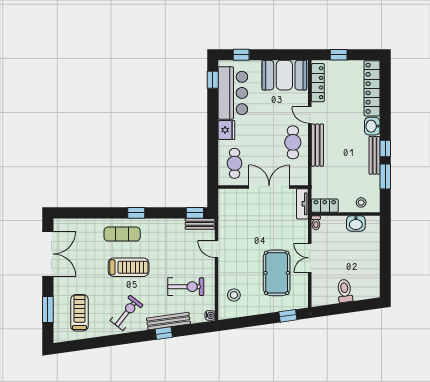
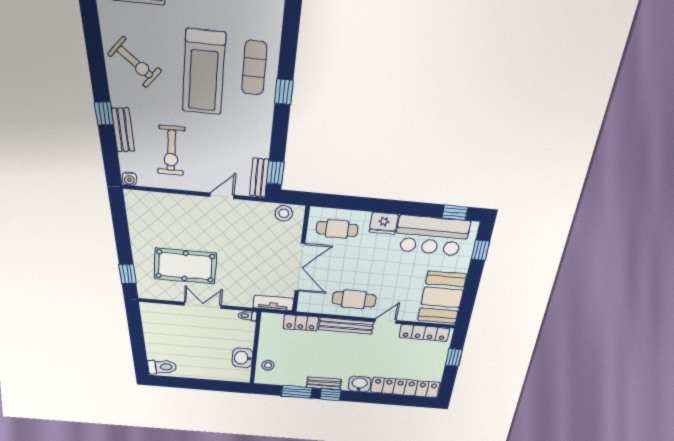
bench: (375, 155) -> (324, 383), width x0.73
locker: (325, 206) -> (301, 323), moved, turned 90
treadmill: (129, 267) -> (204, 72), width x1.37, depth x1.38
toilet: (345, 291) -> (162, 367), moved
stool: (234, 295) -> (284, 213), moved
bench: (168, 321) -> (123, 130), width x0.73

